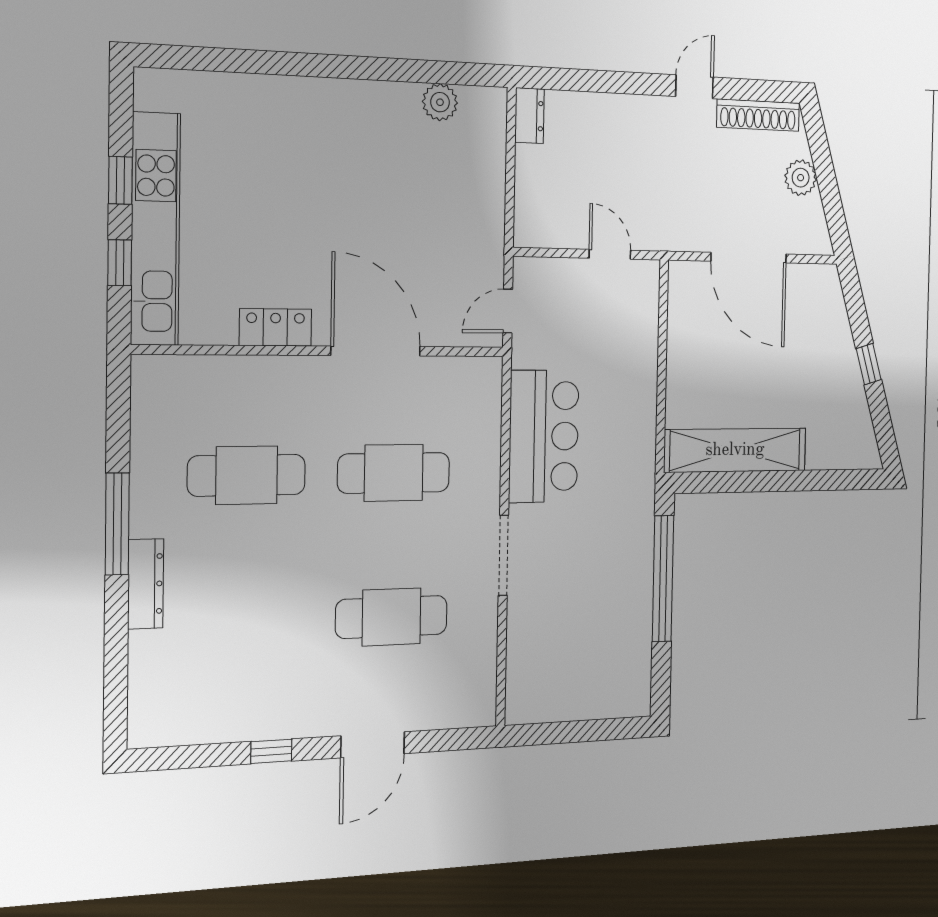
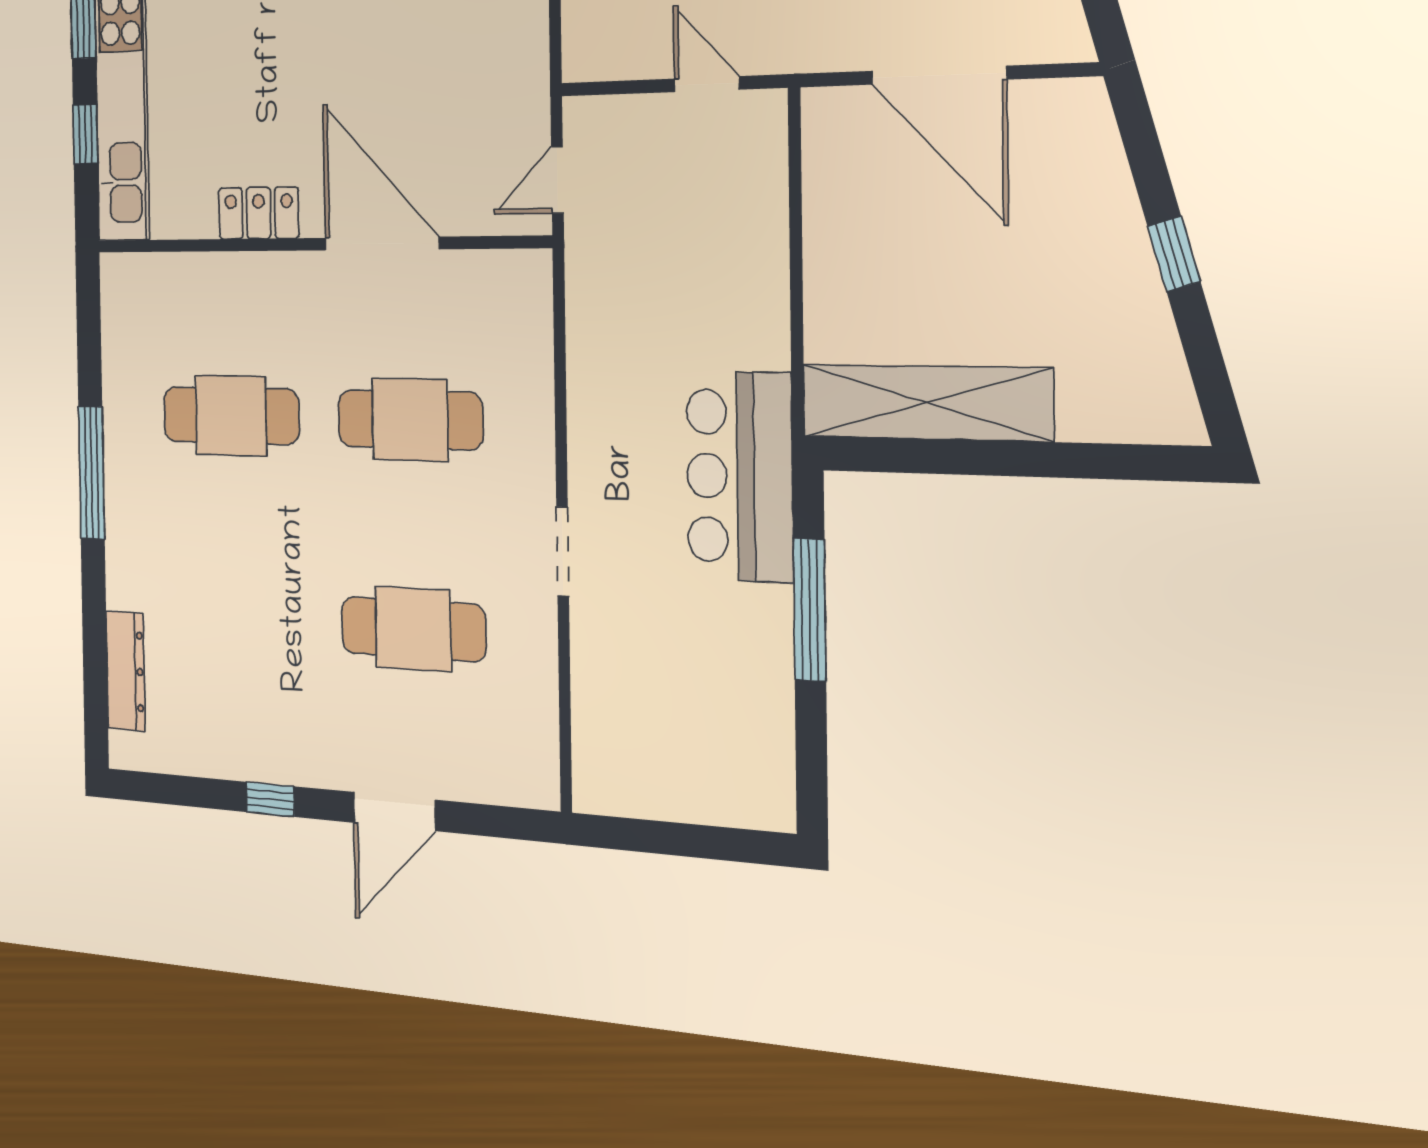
bar counter: (544, 436) -> (739, 476), moved, turned 180
doorway: (503, 555) -> (563, 551), width x0.73
window: (663, 579) -> (810, 610), width x0.68
dresser: (146, 584) -> (125, 671), moved

